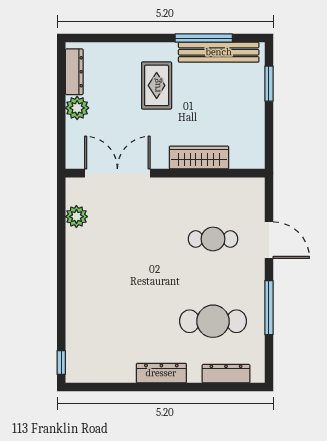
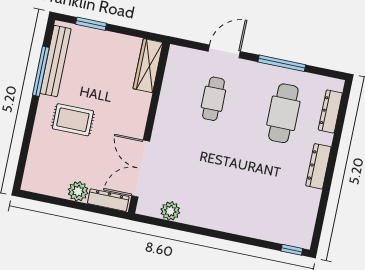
dresser: (74, 72) -> (108, 200), moved
wardrobe: (199, 157) -> (148, 66), moved

